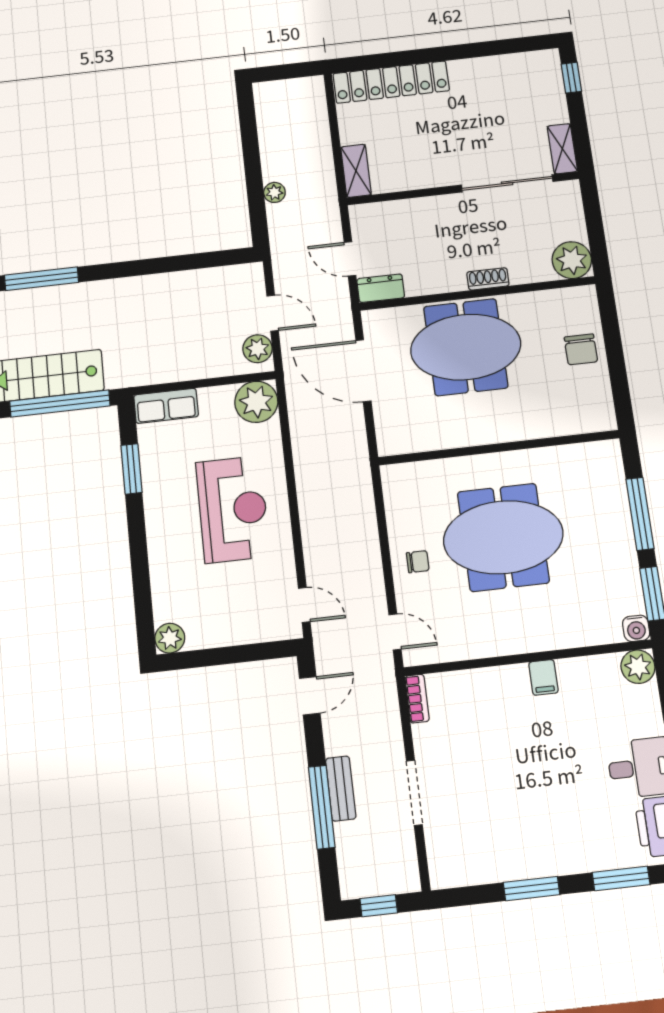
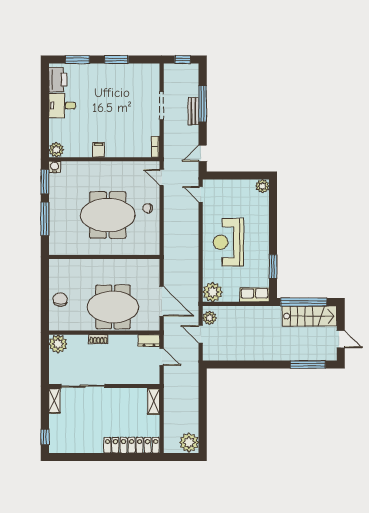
plant: (274, 192) -> (189, 442), moved, width x1.88, depth x1.88

